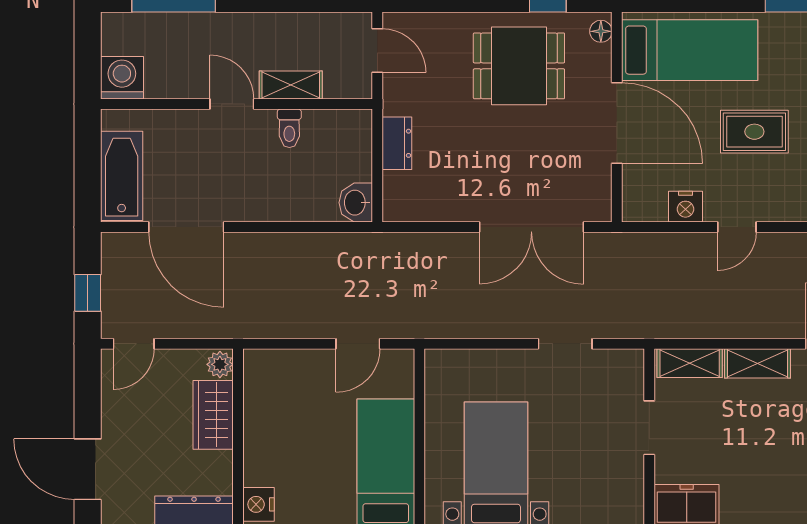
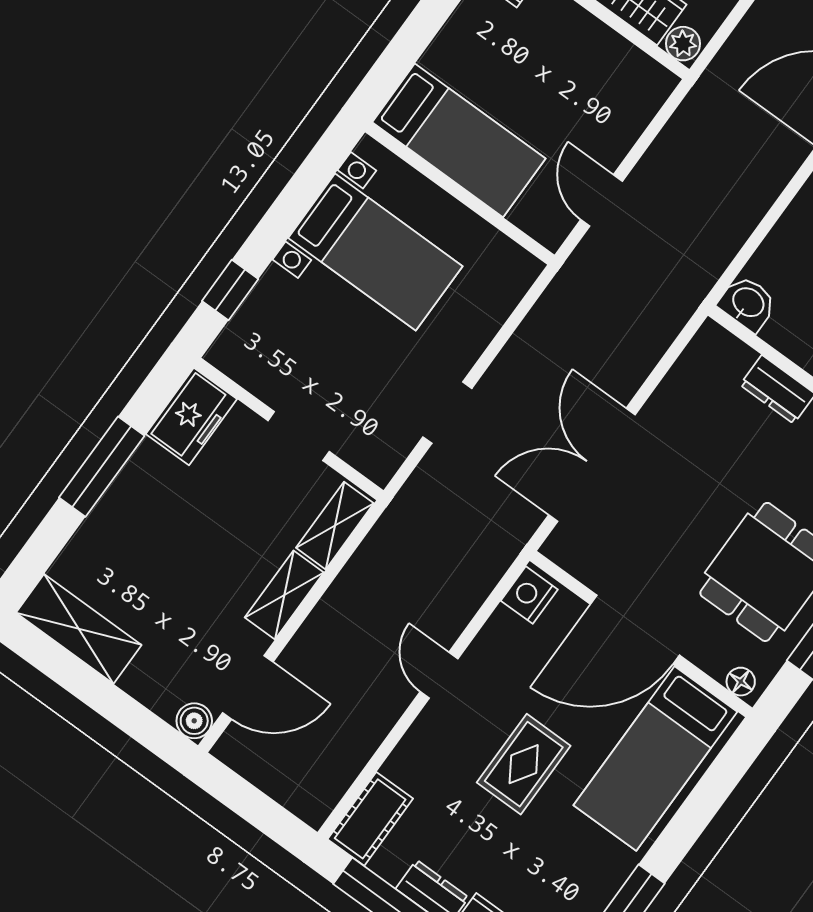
nightstand: (686, 207) -> (529, 595), moved

